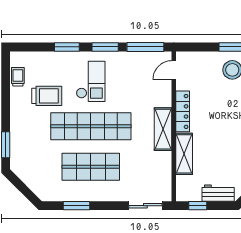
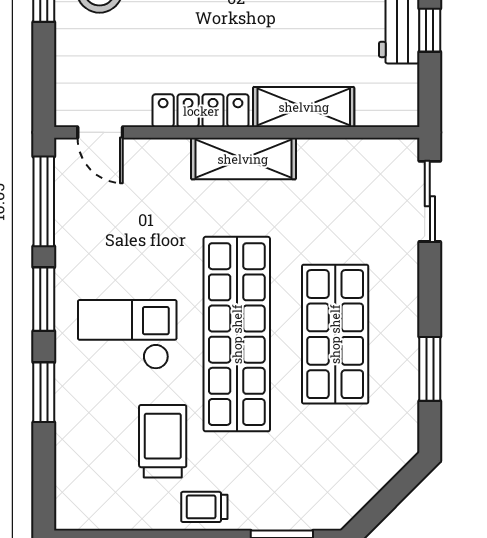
trolley: (18, 77) -> (204, 507), moved
window: (198, 206) -> (430, 30), moved

